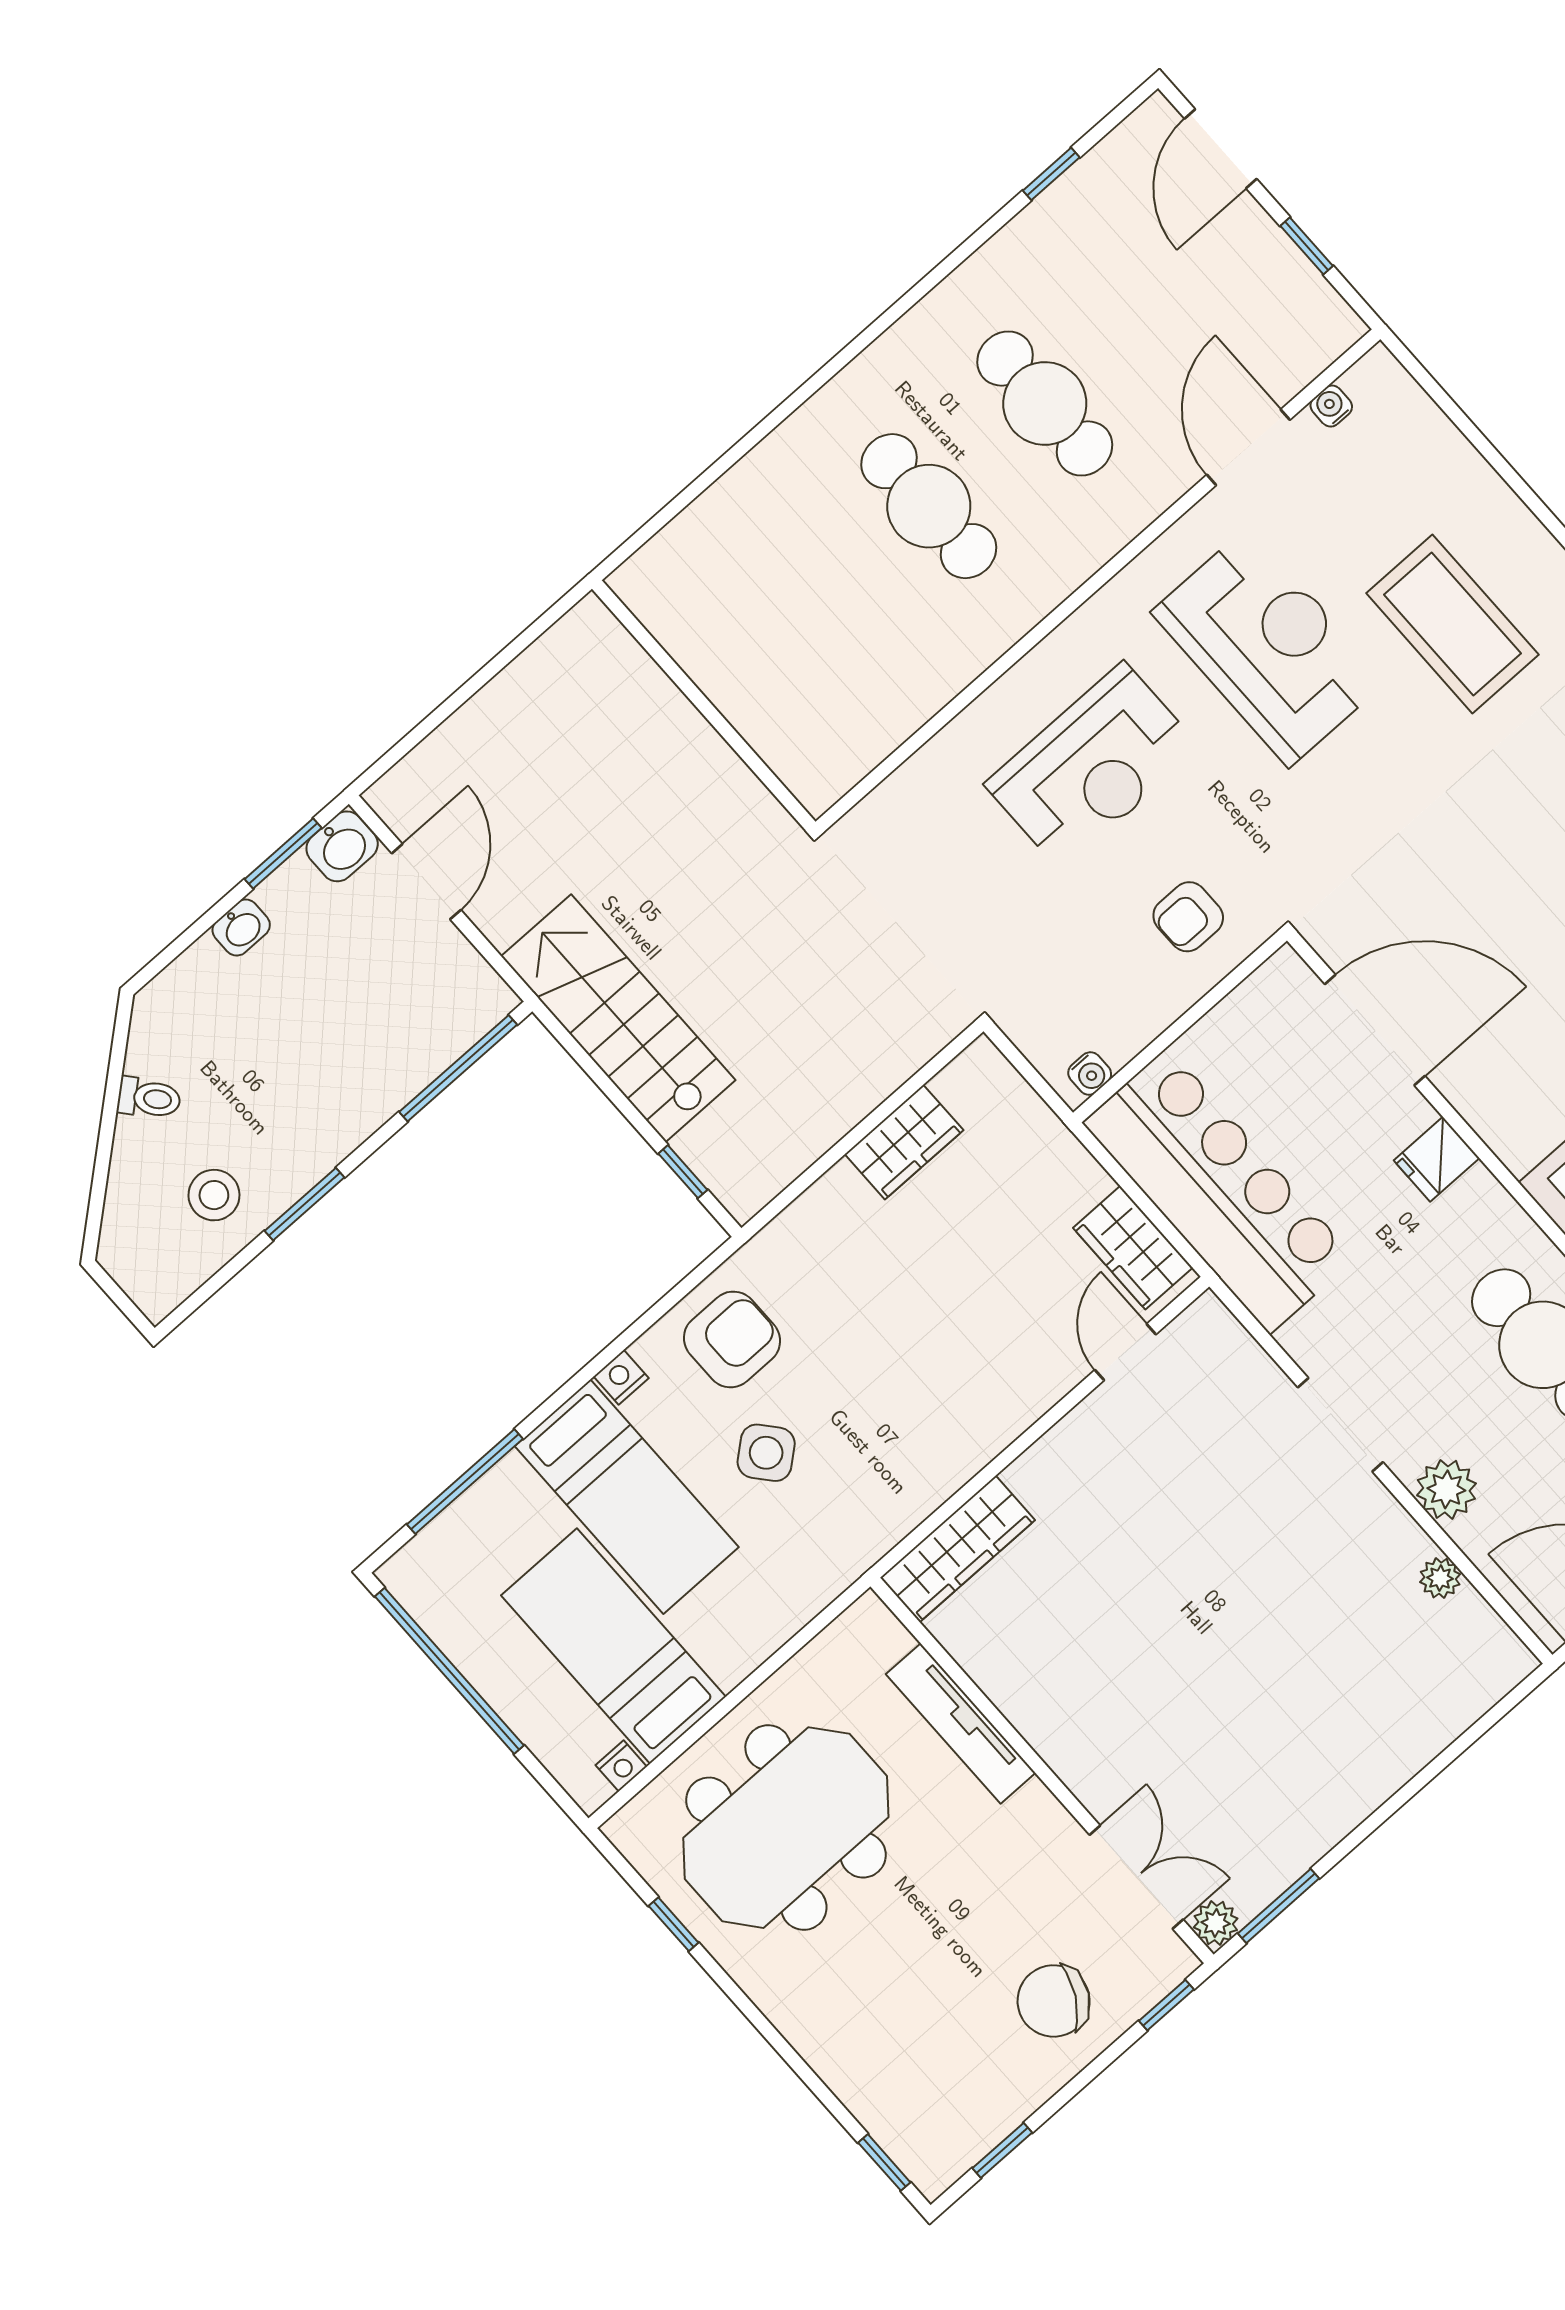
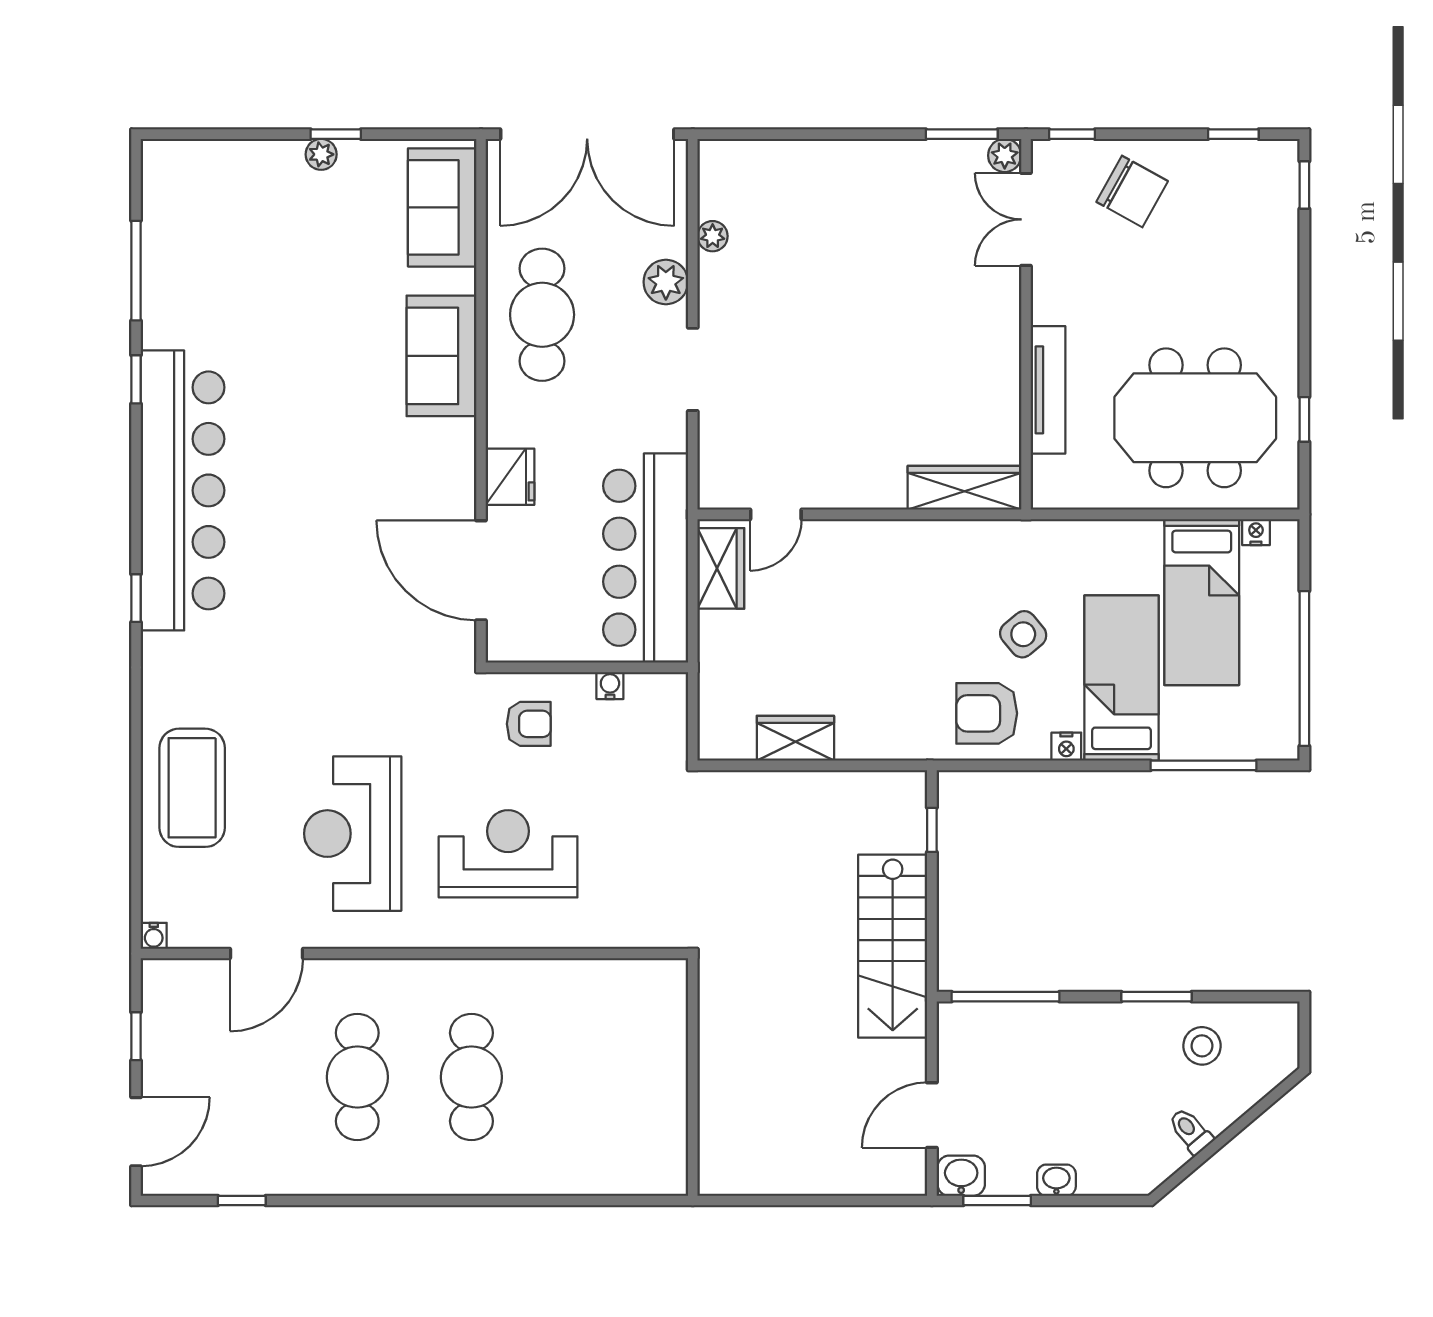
water cooler: (1331, 406) -> (154, 936), moved
coffee table: (1452, 624) -> (192, 788), moved
water cooler: (1090, 1073) -> (610, 686), moved
fridge: (1437, 1159) -> (510, 477), width x1.38

